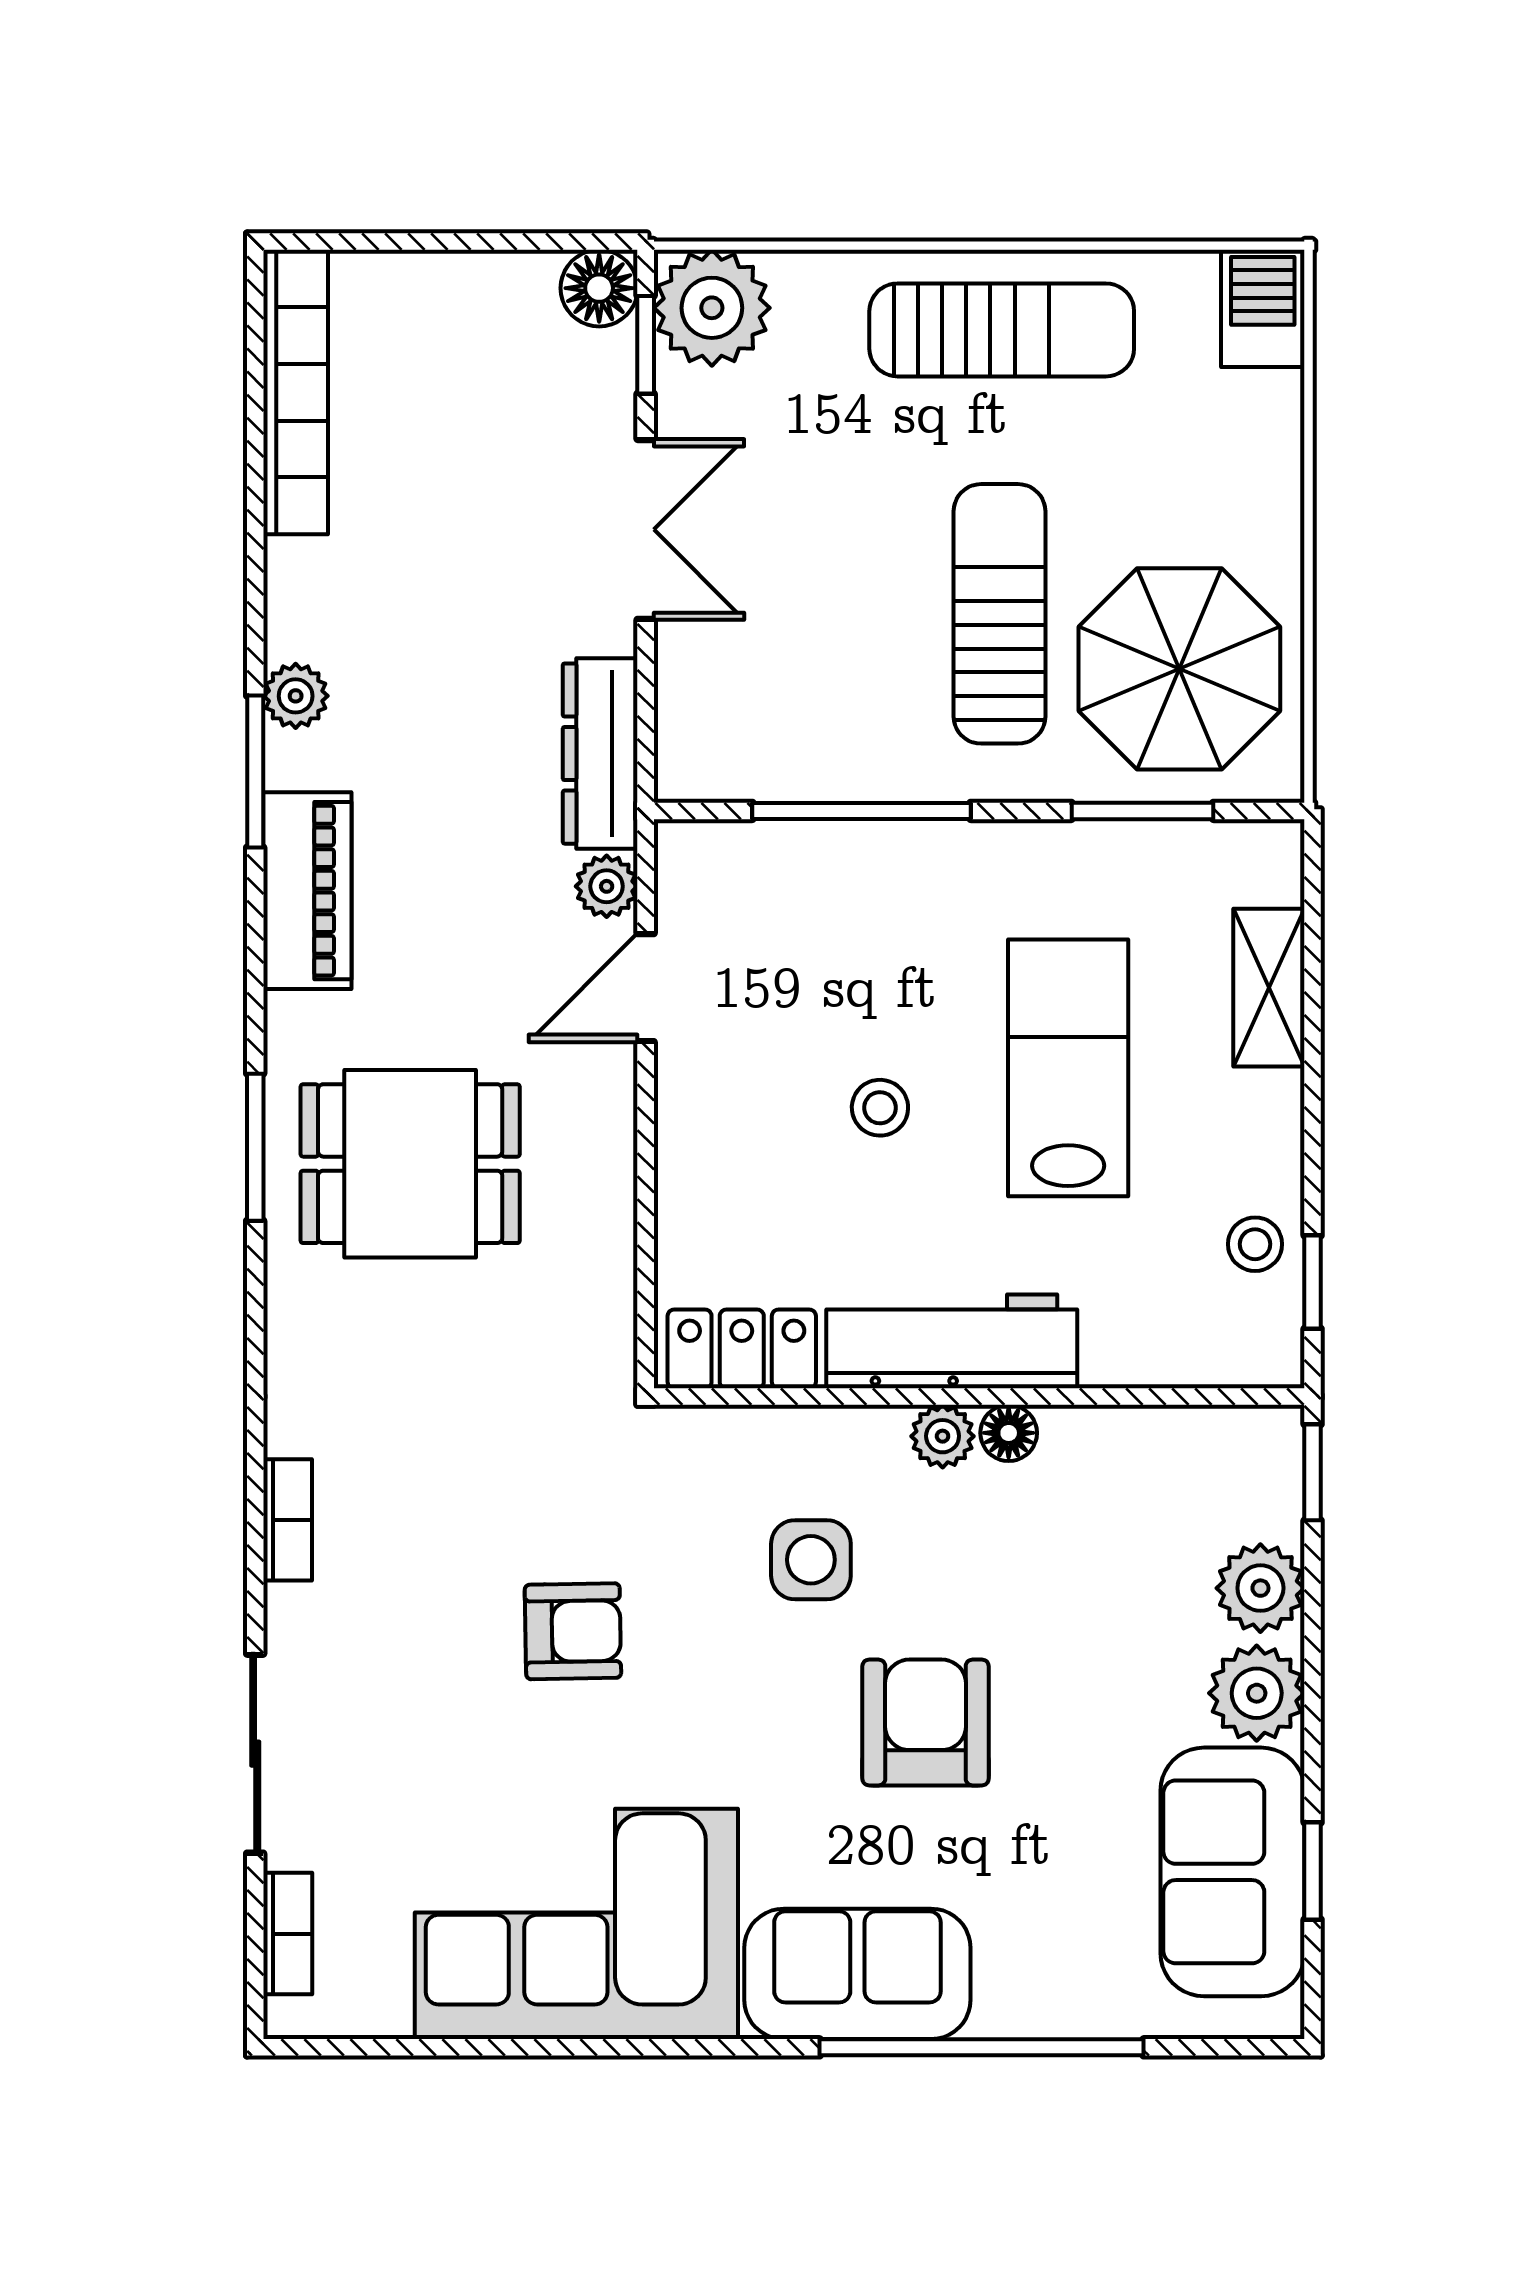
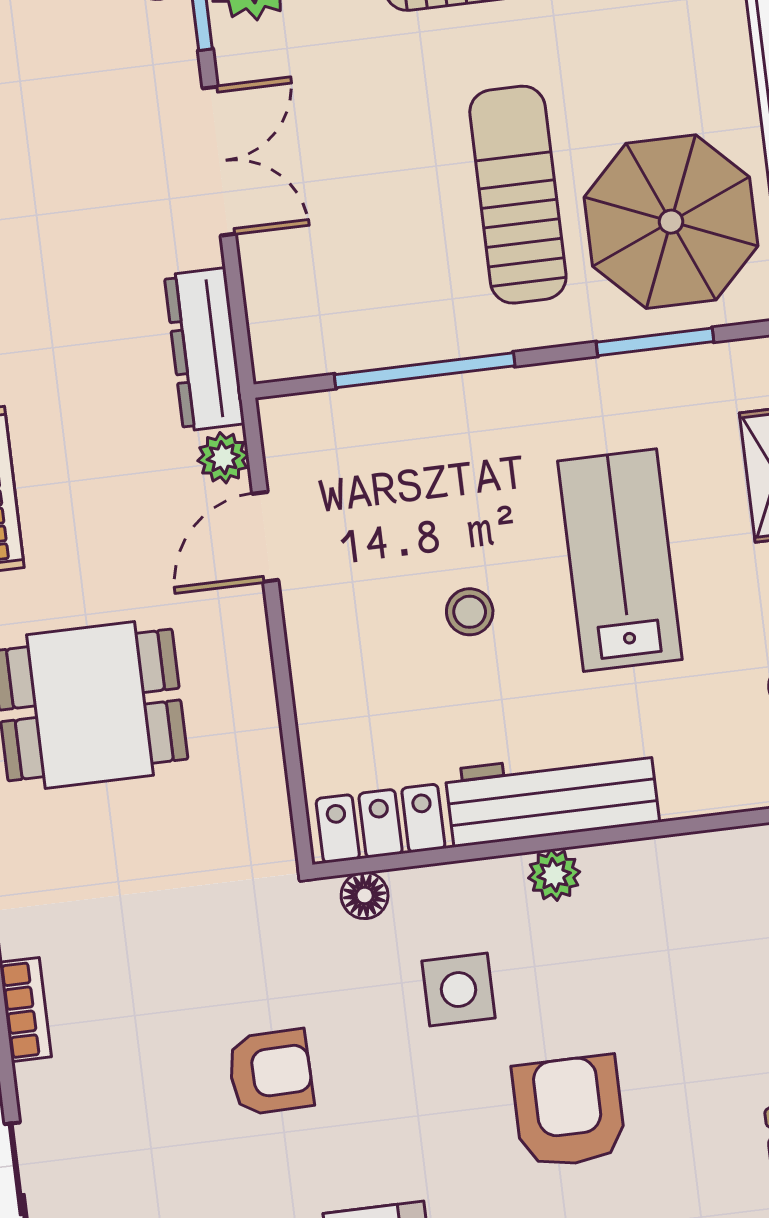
floor lamp: (1009, 1433) -> (365, 895), moved

